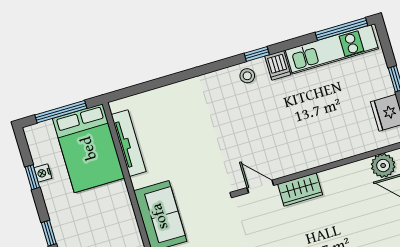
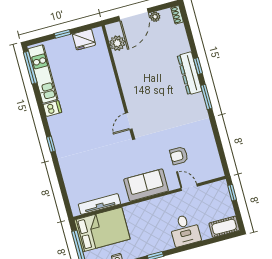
window: (257, 54) -> (51, 144), moved
stool: (247, 76) -> (58, 128), removed
wardrobe: (300, 189) -> (131, 96), removed

